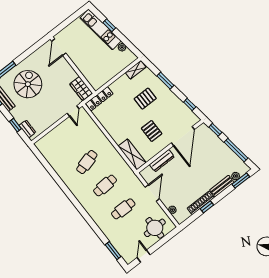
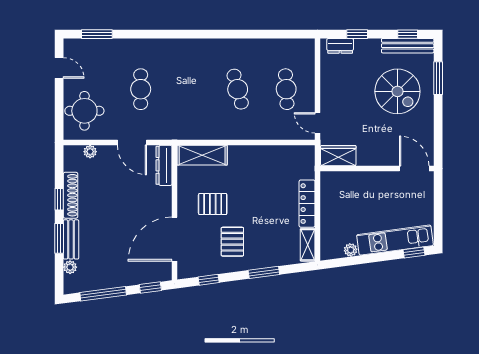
window: (109, 25) -> (414, 253), moved
locker: (99, 99) -> (307, 204), moved
pallet: (145, 99) -> (232, 242), moved
door: (183, 136) -> (175, 239), hinge flipped
dresser: (162, 161) -> (164, 165), moved
window: (241, 181) -> (59, 238), moved
cafe table: (105, 185) -> (286, 89), moved

